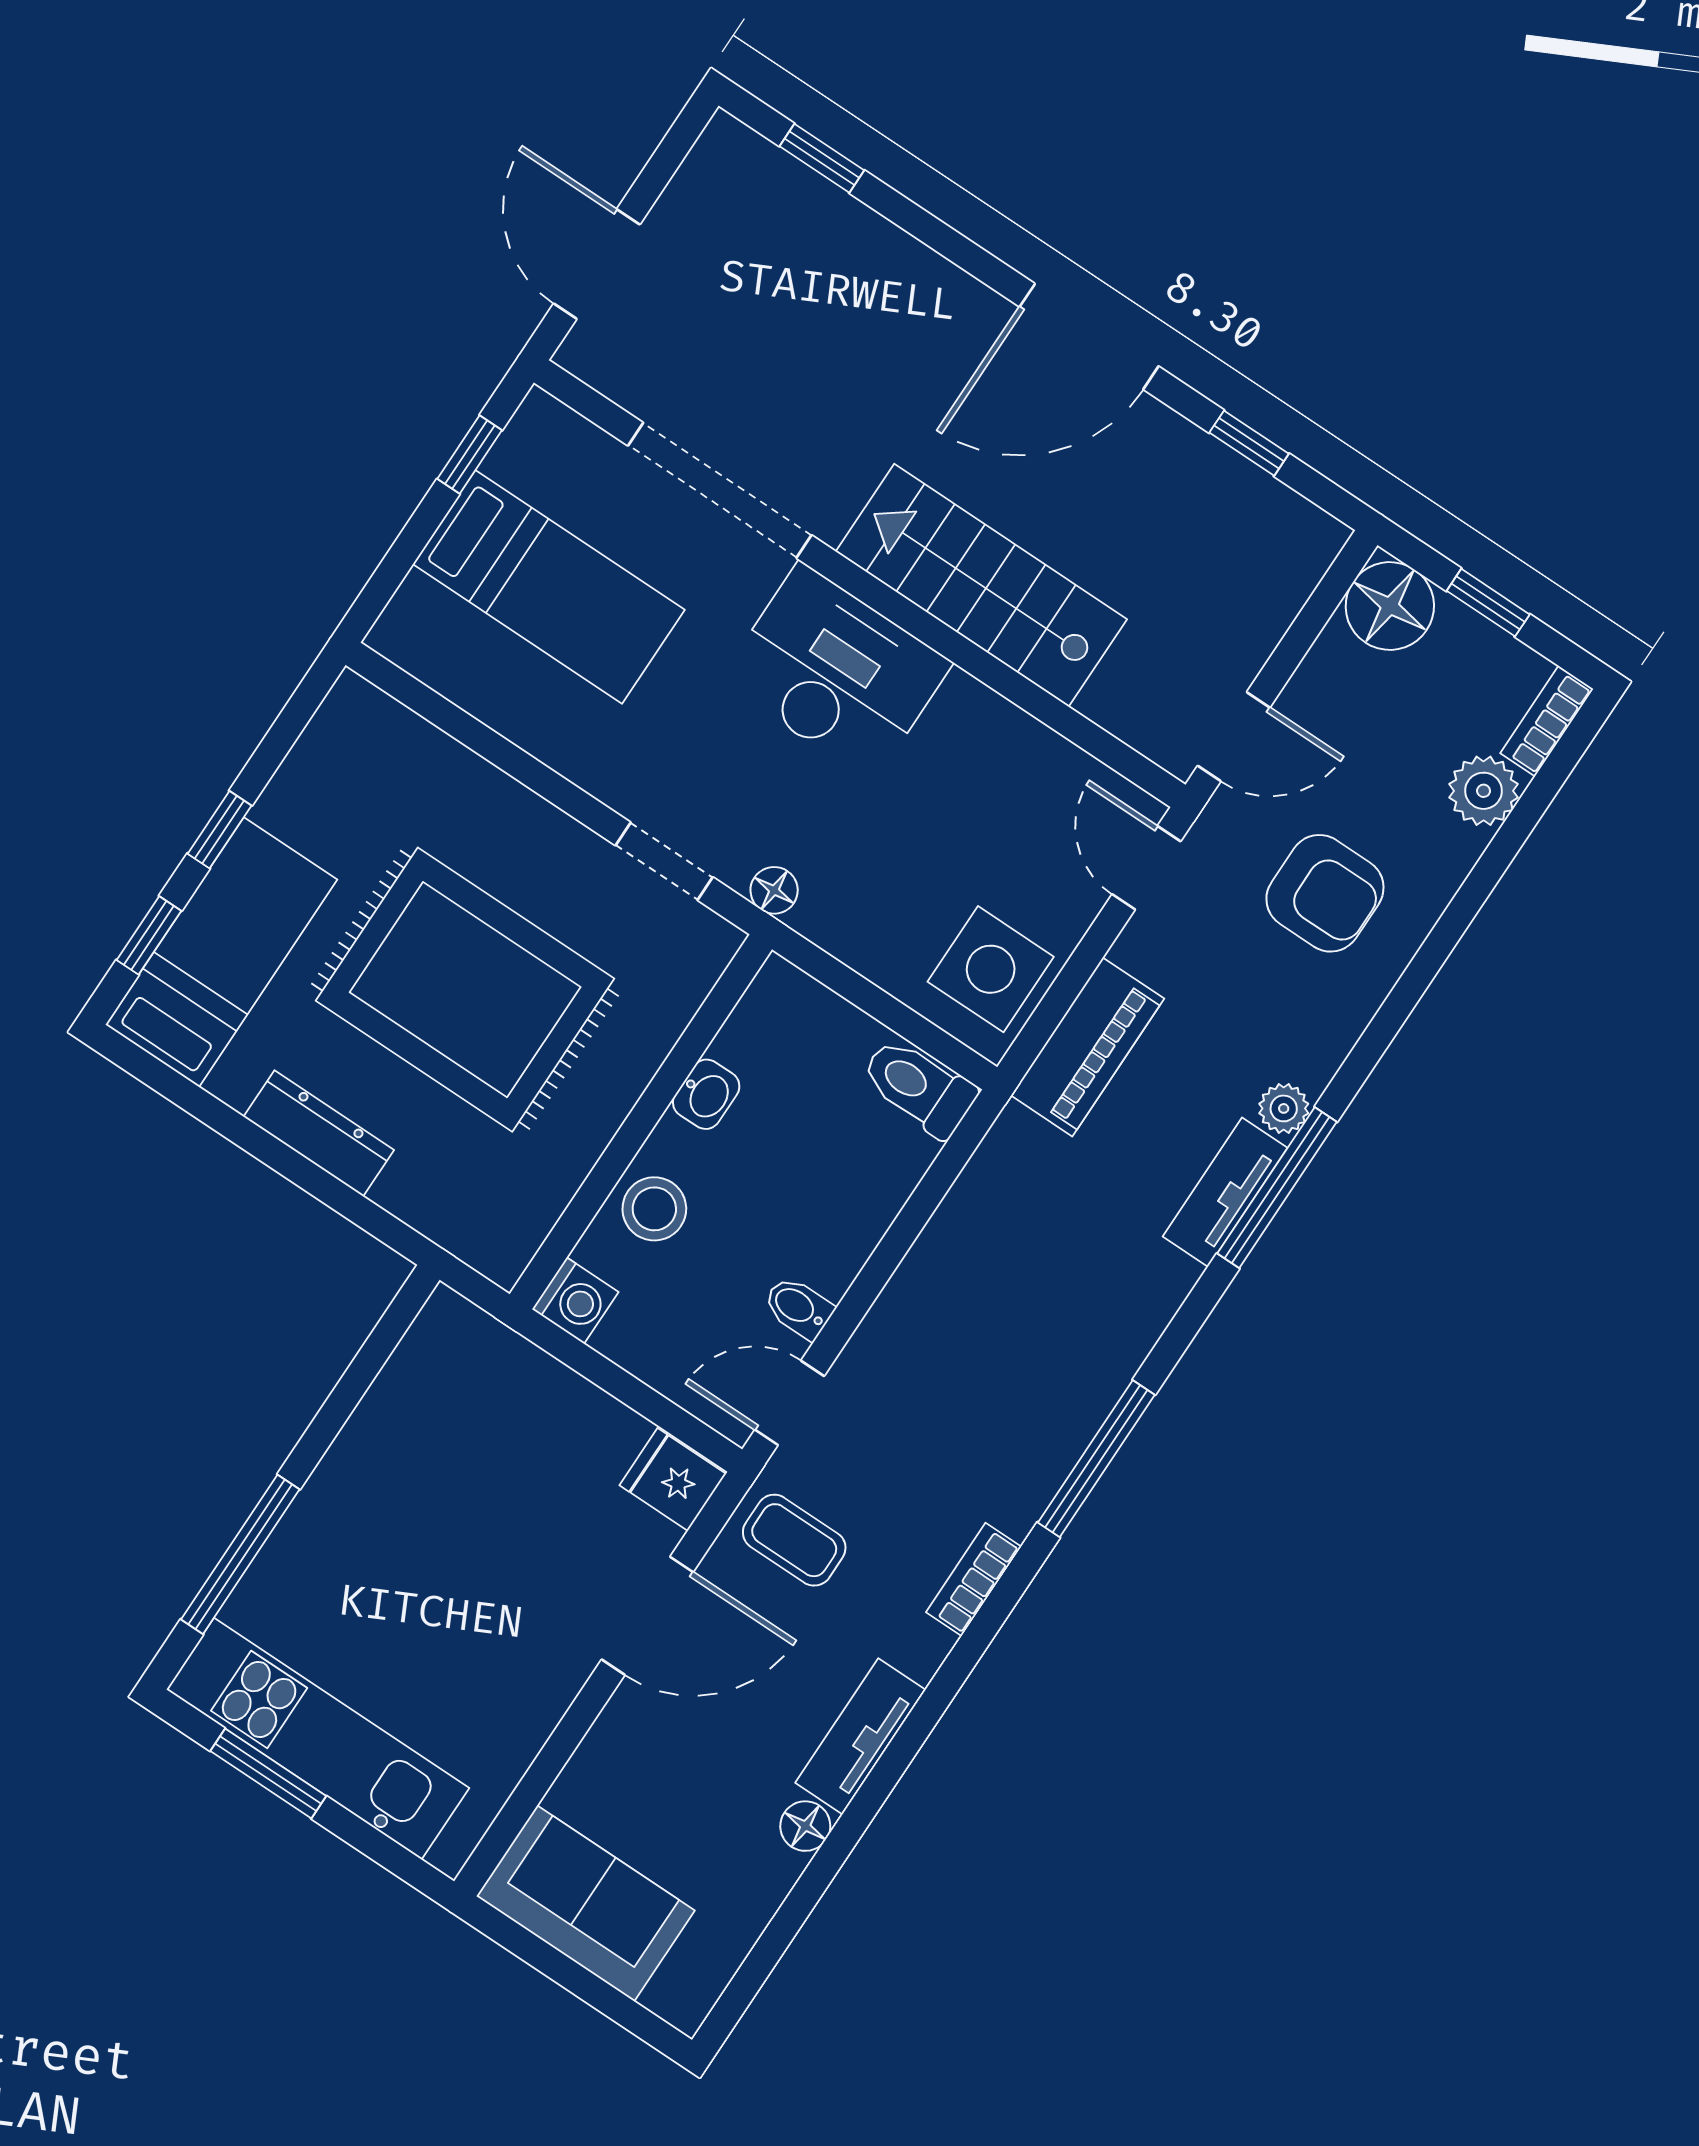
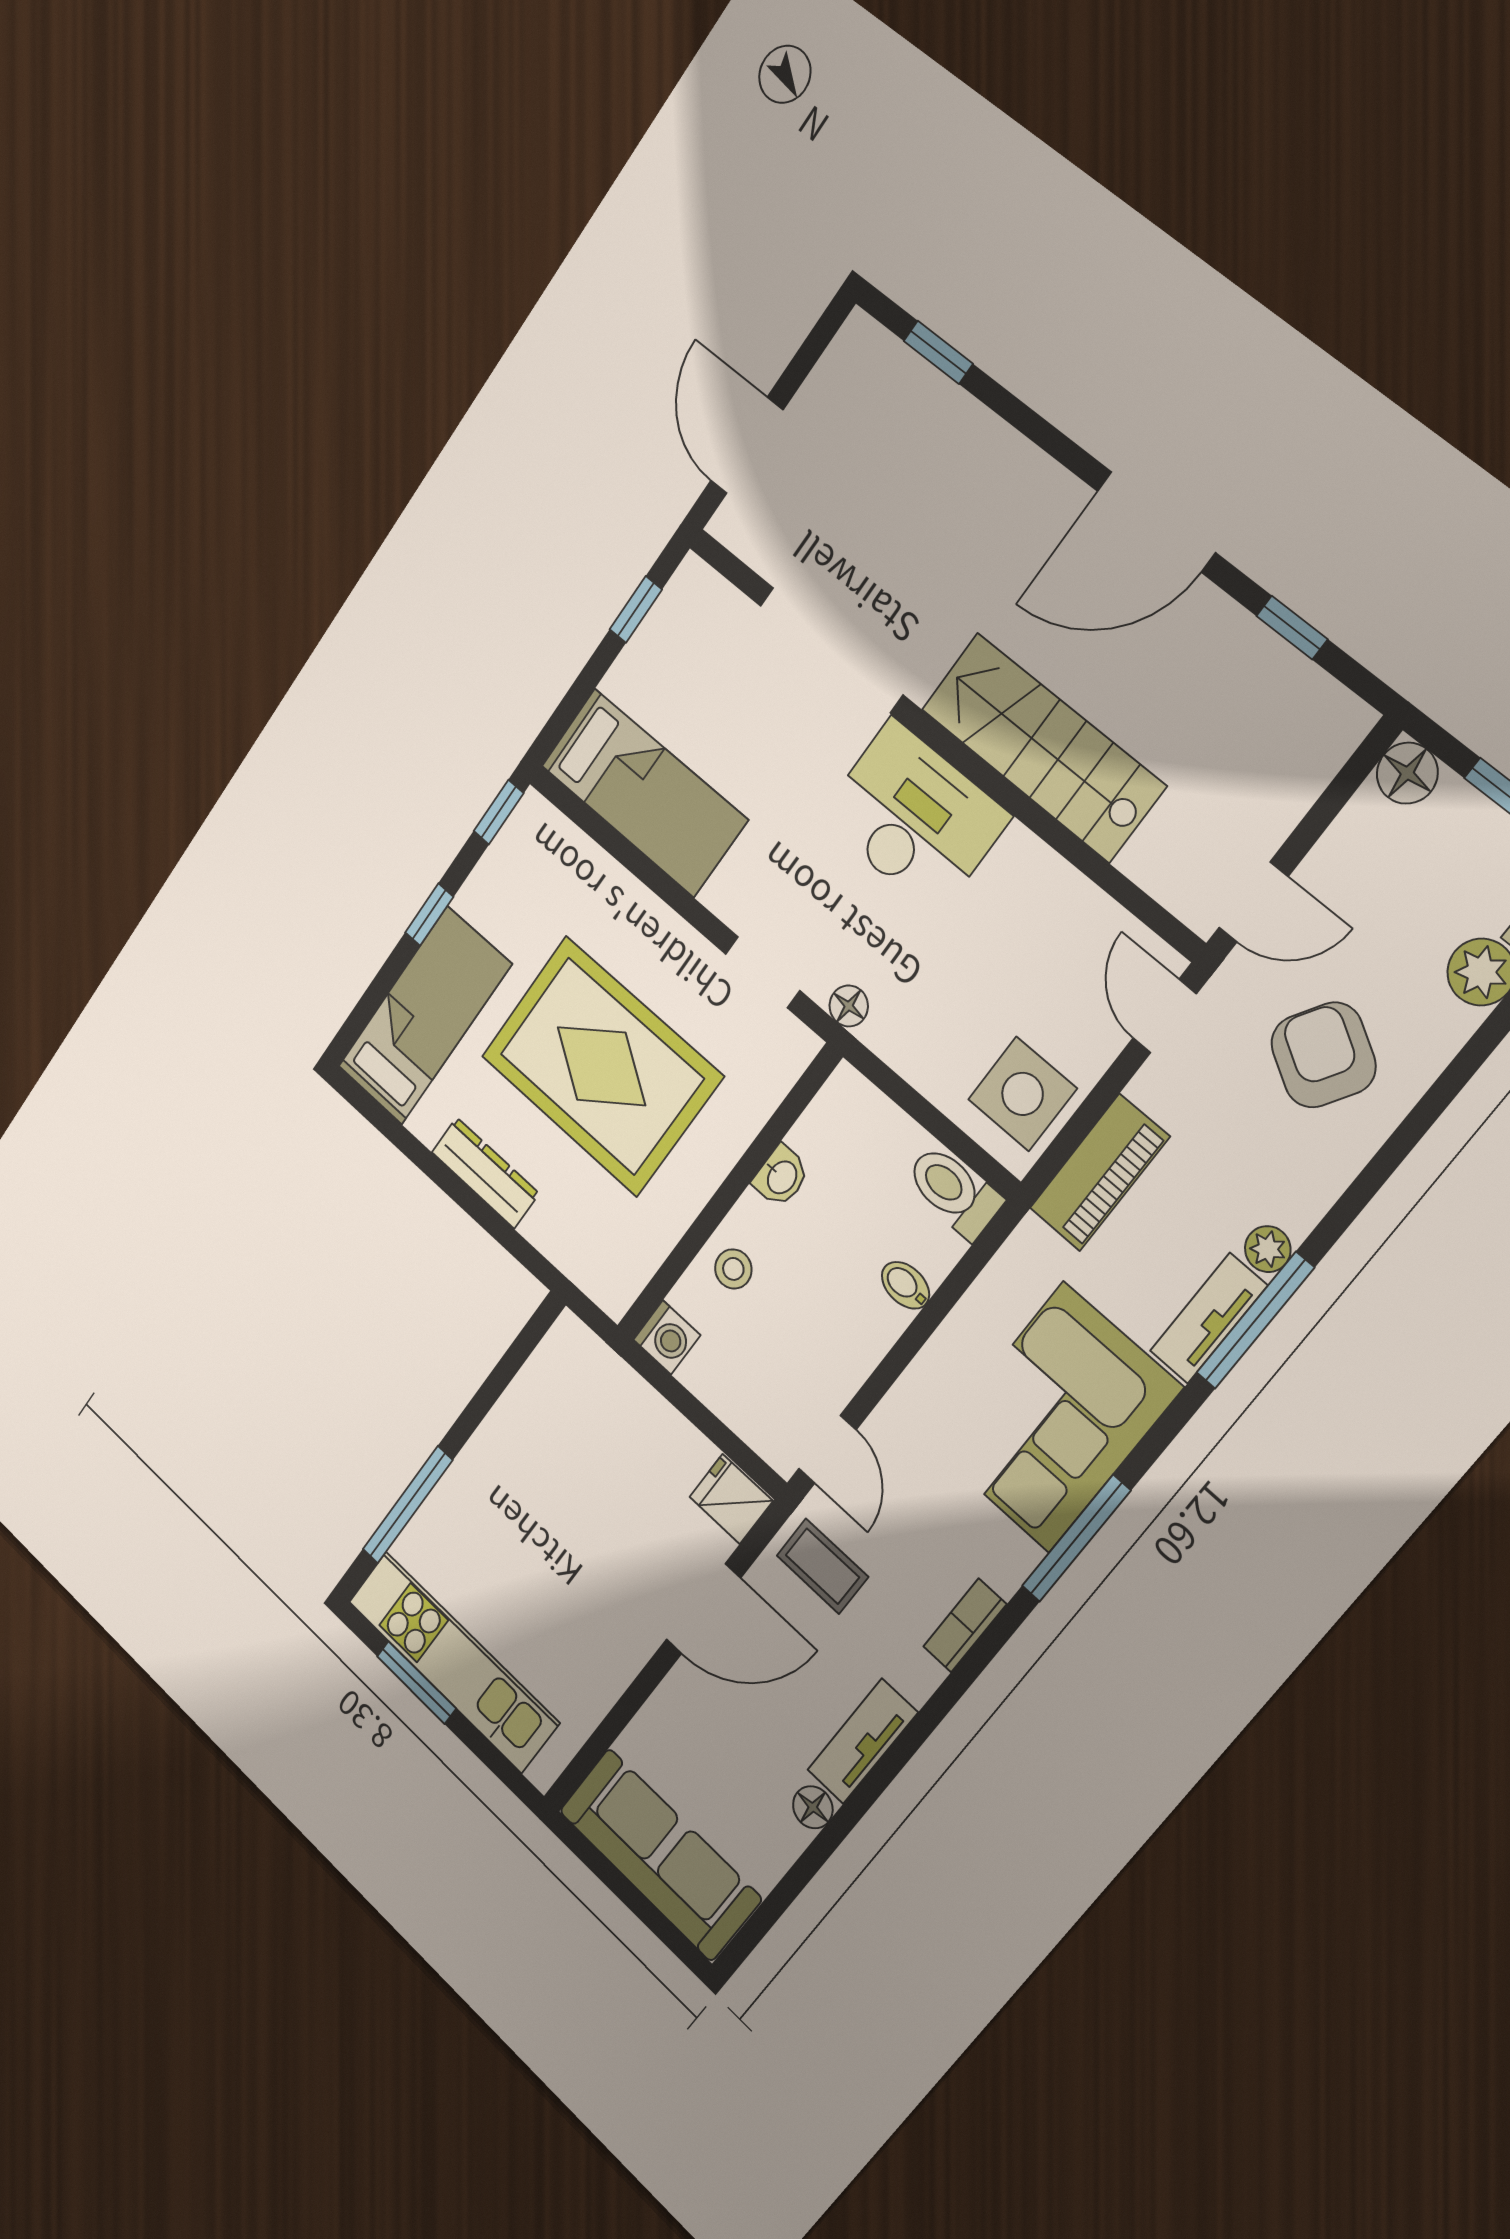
bed: (549, 587) -> (644, 793), moved
floor lamp: (1390, 606) -> (1407, 773), width x0.73, depth x0.73
armchair: (1325, 893) -> (1323, 1055), turned -149
window: (149, 935) -> (499, 812), moved
stool: (654, 1209) -> (733, 1269), width x0.73, depth x0.73
bidet: (798, 1308) -> (905, 1285), moved
corner sofa: (1061, 1326) -> (1056, 1417), added
door: (789, 1403) -> (827, 1449), swing flipped
sofa: (586, 1903) -> (660, 1855), width x1.36

